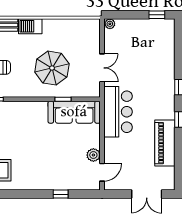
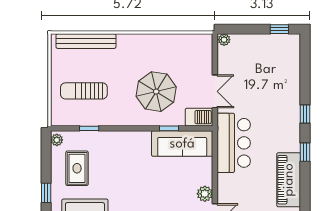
barbecue: (30, 26) -> (199, 117), moved, turned 180

